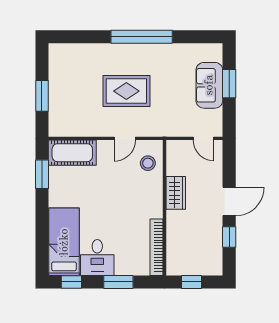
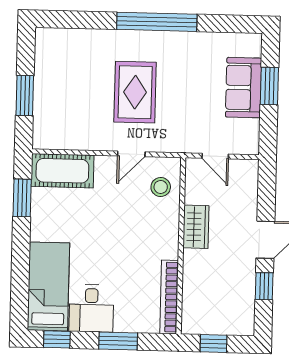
rug: (126, 91) -> (135, 92), turned 90
door: (203, 138) -> (215, 156), moved

